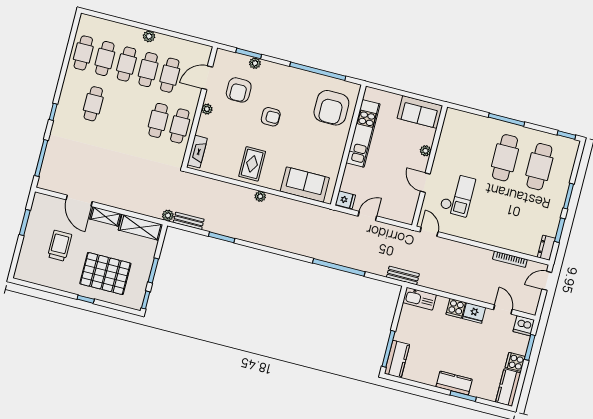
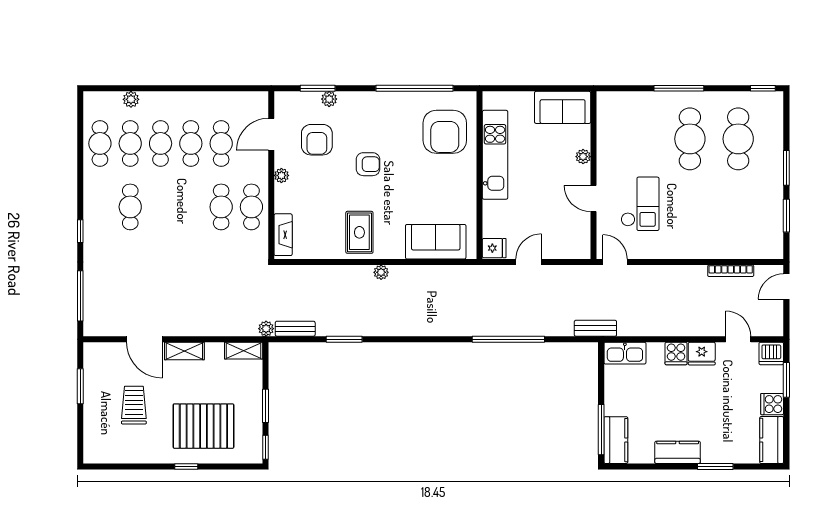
plant: (149, 36) -> (131, 99), moved
shelving: (141, 227) -> (244, 351), width x0.67, depth x0.75
dresser: (546, 248) -> (775, 243), removed
kitchen counter: (454, 383) -> (678, 452), moved

